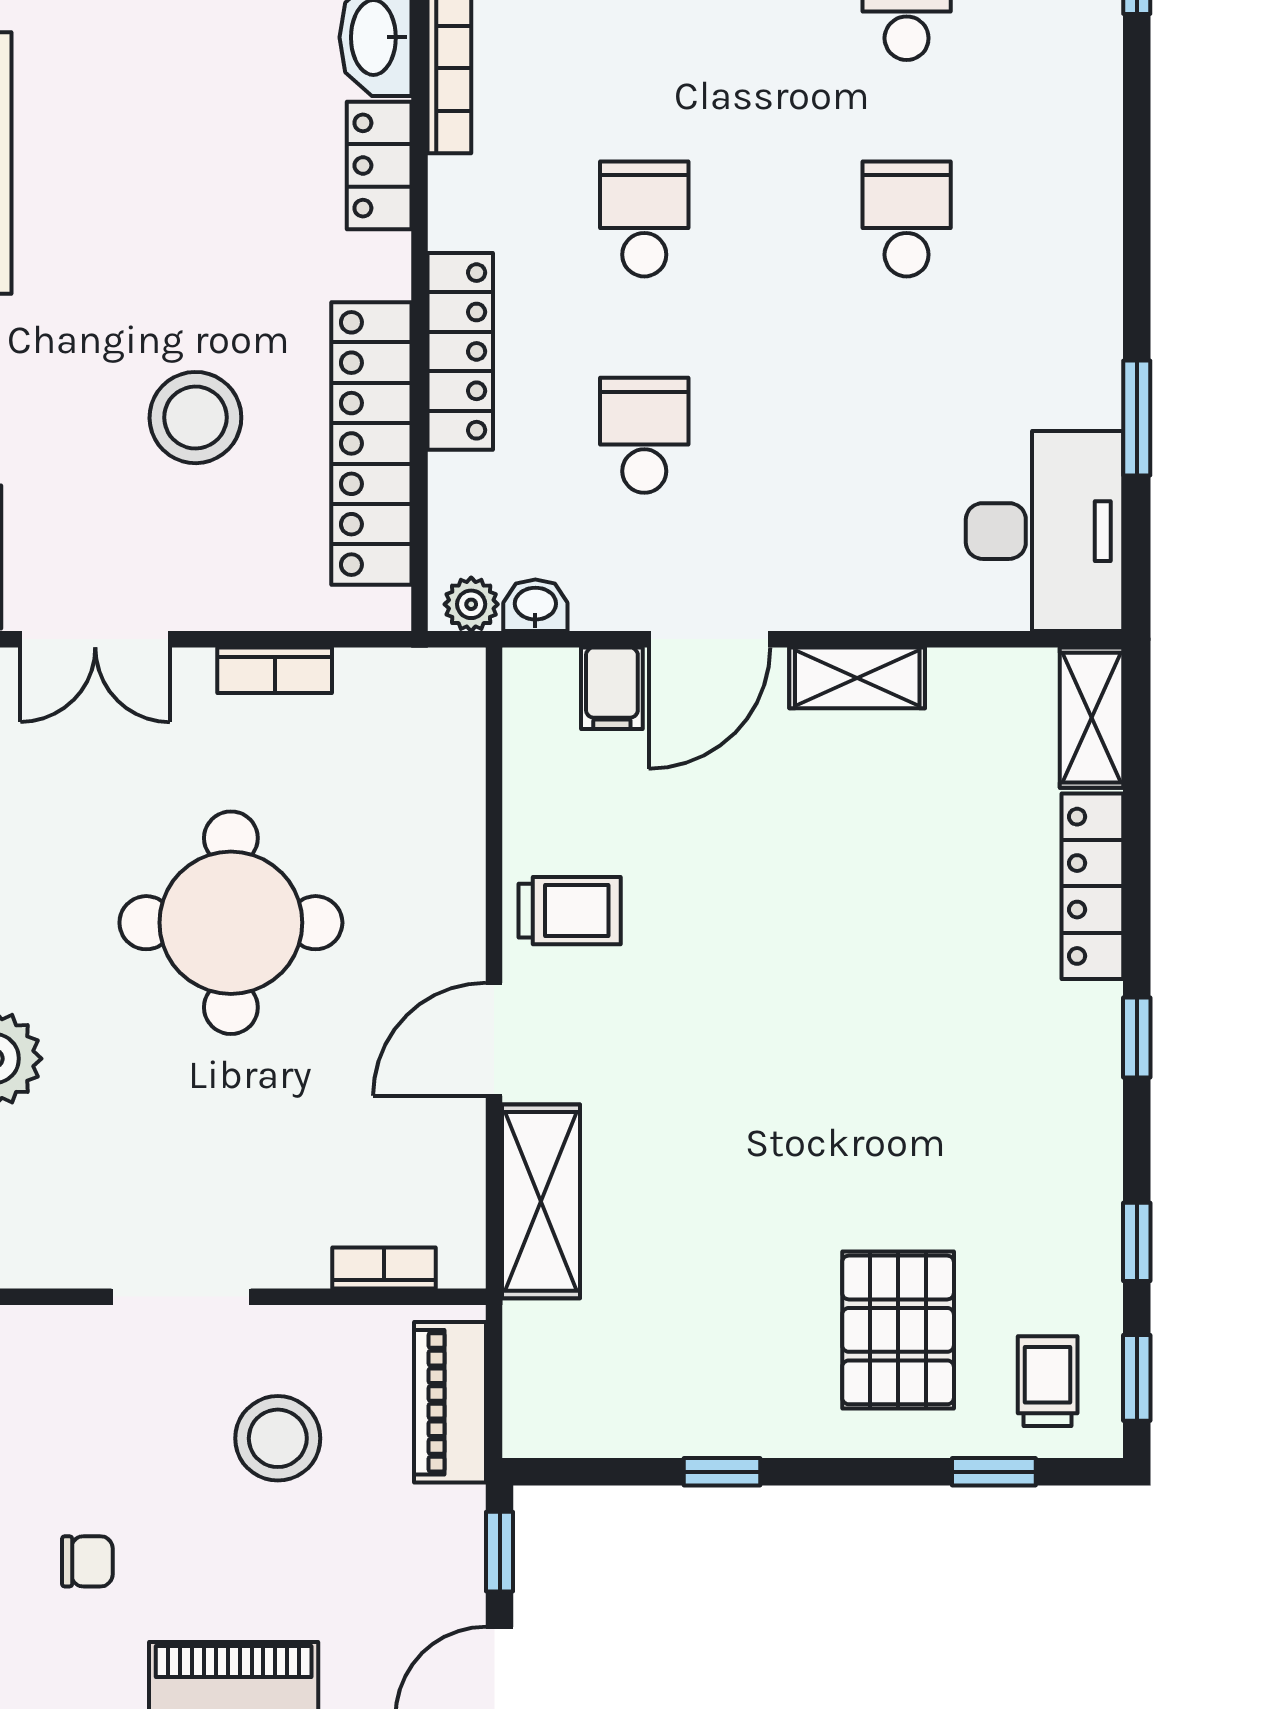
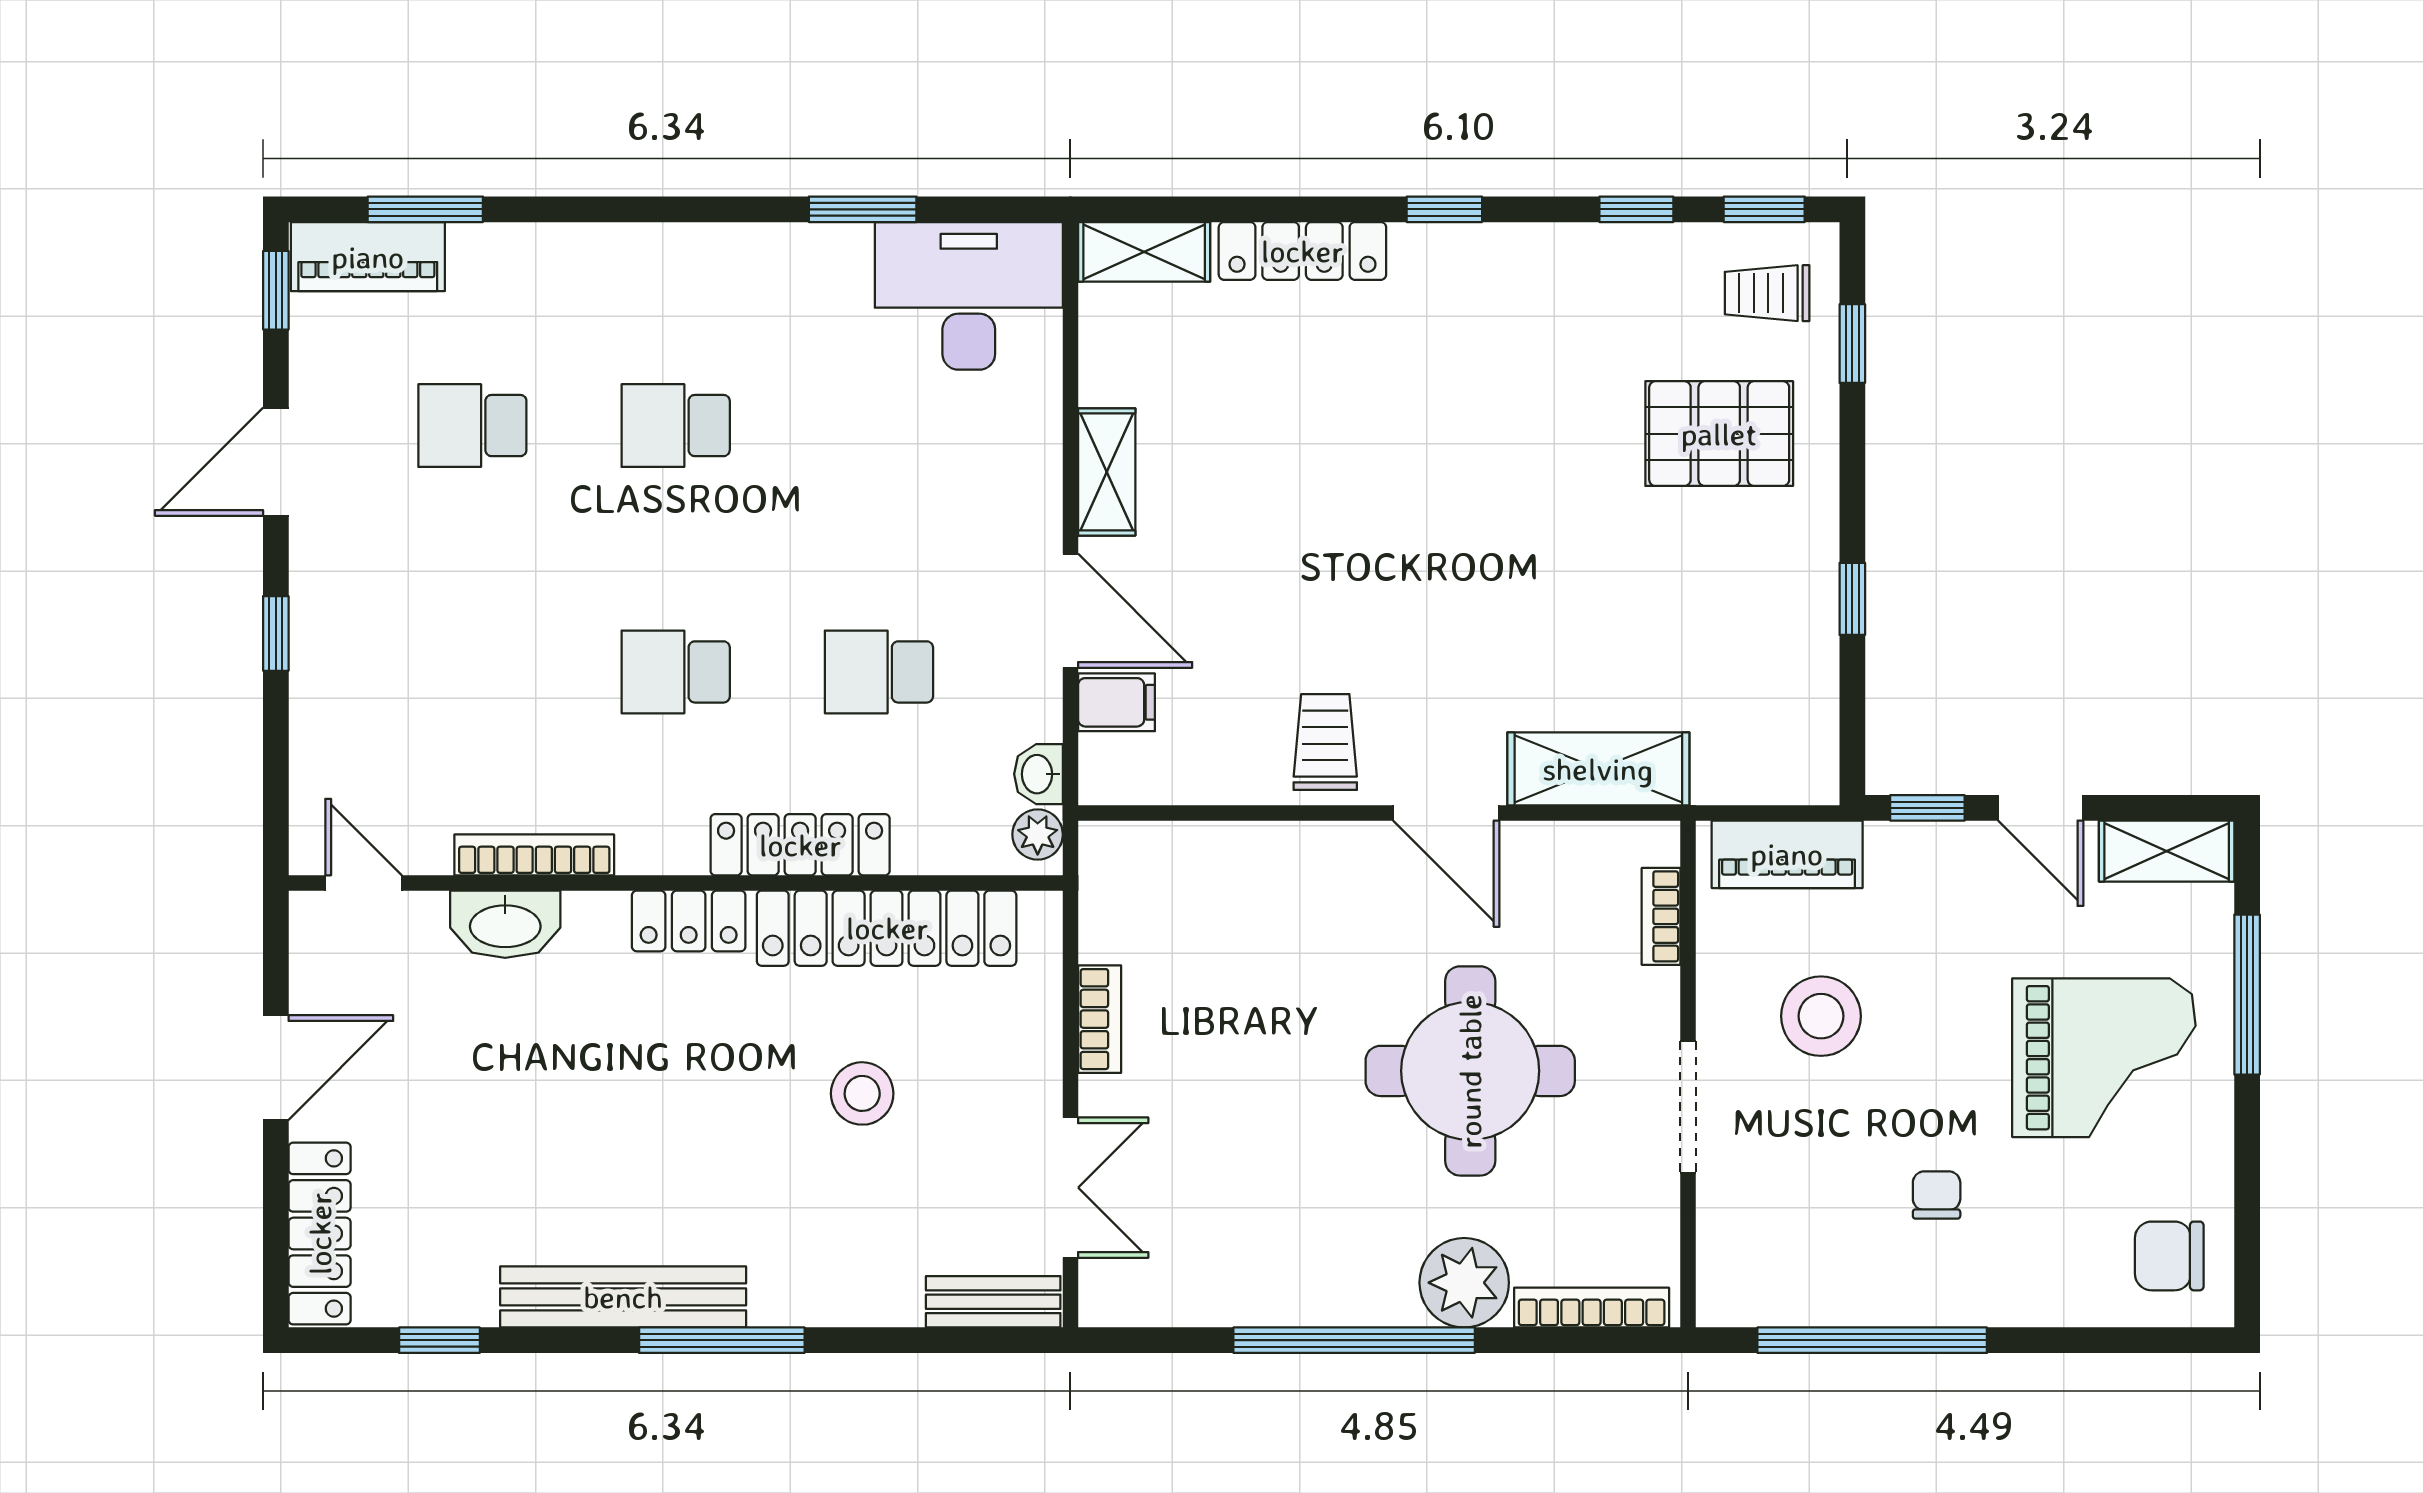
locker: (379, 165) -> (689, 921), moved
stool: (195, 418) -> (862, 1093), width x0.73, depth x0.73
round table: (231, 923) -> (1470, 1071), moved

